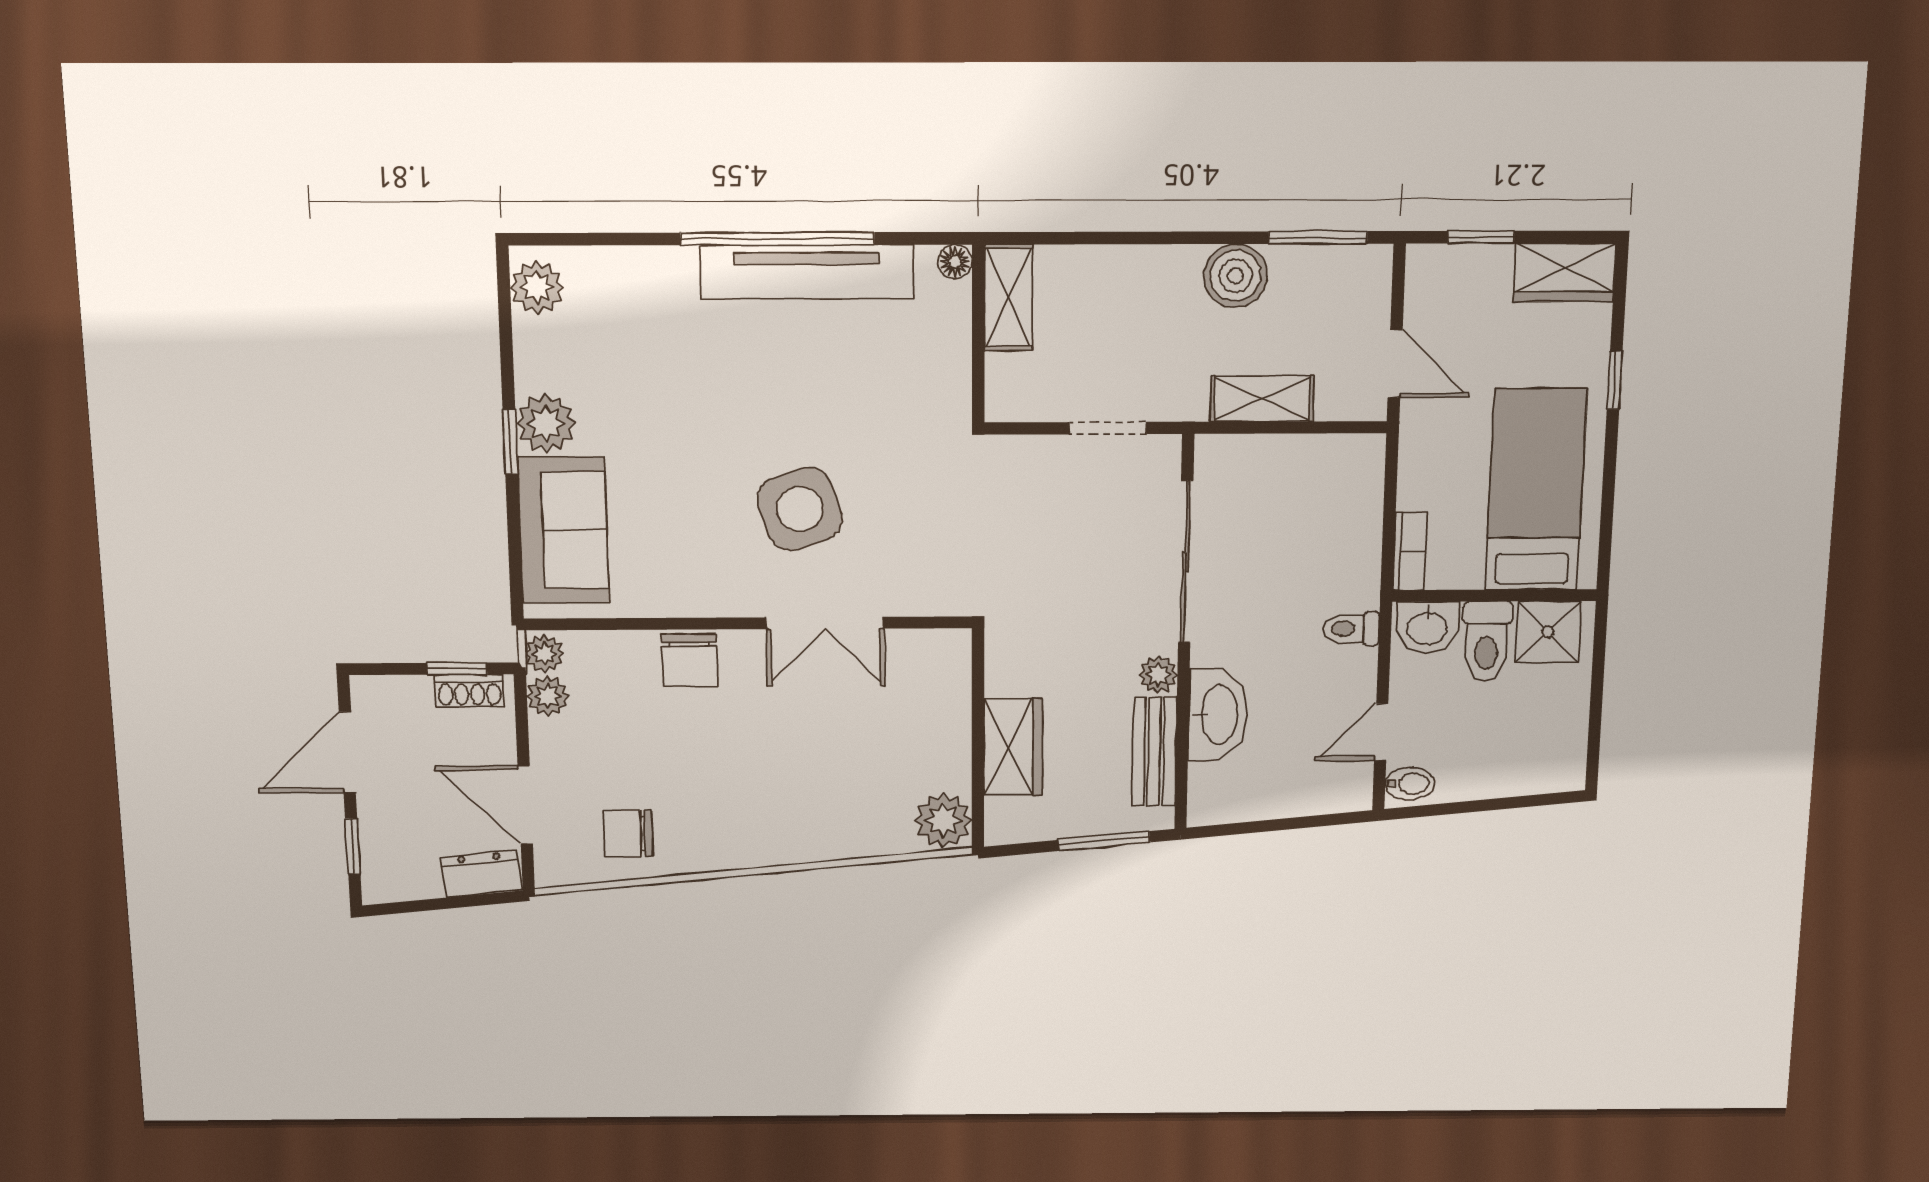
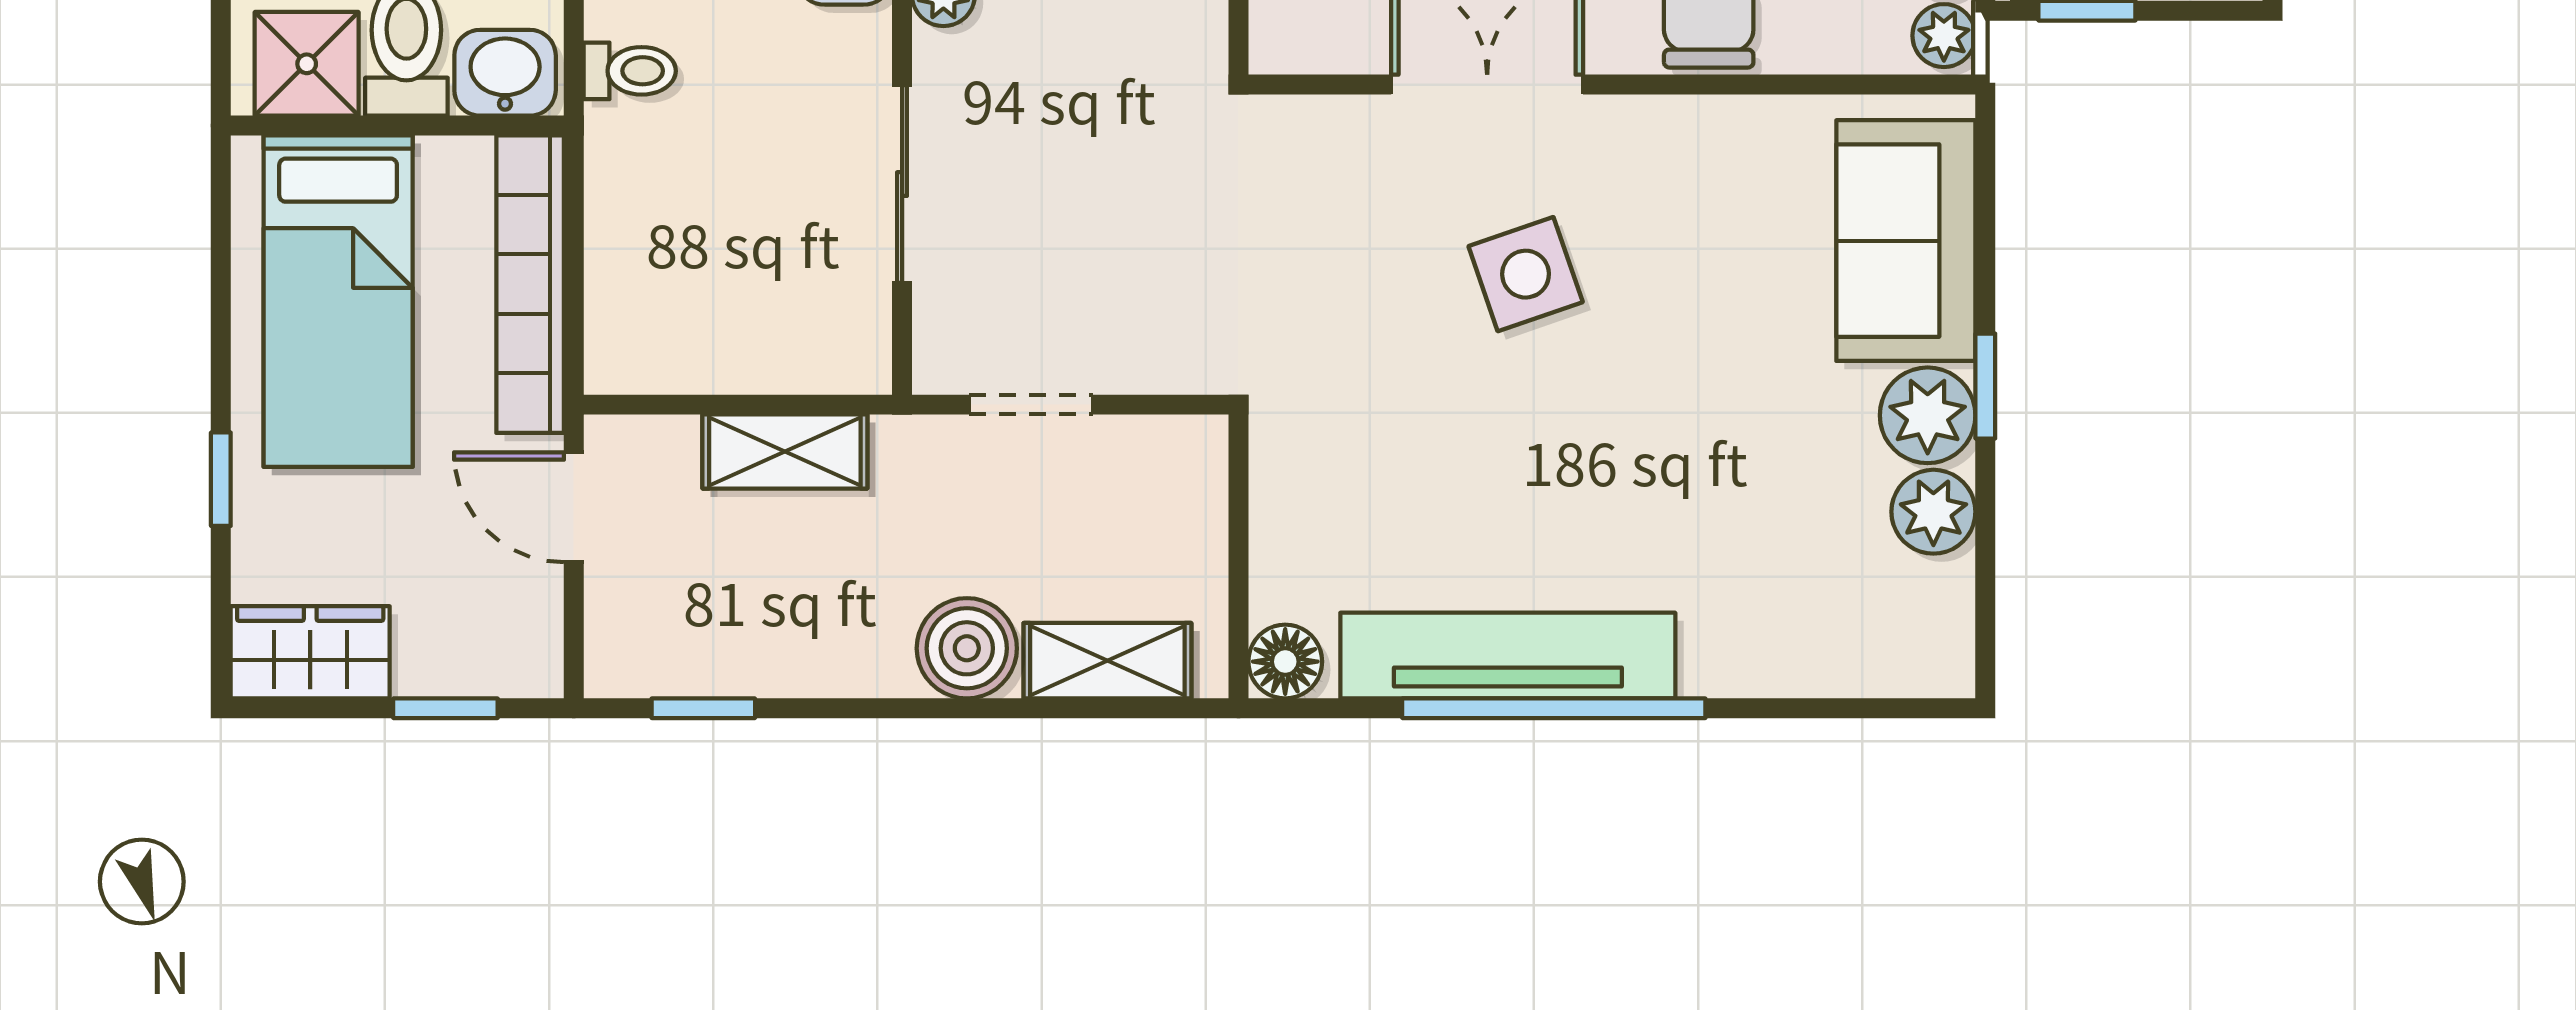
window: (1318, 238) -> (703, 708), width x0.67
floor lamp: (955, 262) -> (1285, 662), width x1.37, depth x1.37
boiler: (1236, 276) -> (967, 648), moved
plant: (537, 287) -> (1933, 512), moved
shelving: (1008, 298) -> (1107, 661), moved, turned 90
side table: (800, 509) -> (1526, 274), width x0.73, depth x0.73
bookcase: (1410, 552) -> (530, 284), width x2.31, depth x1.31
sliding door: (1186, 562) -> (902, 184), width x0.73

